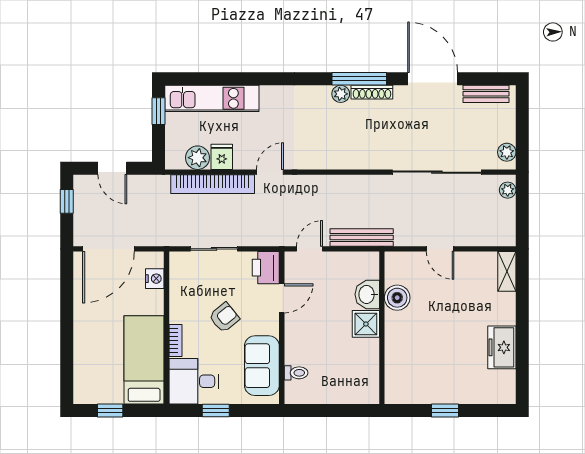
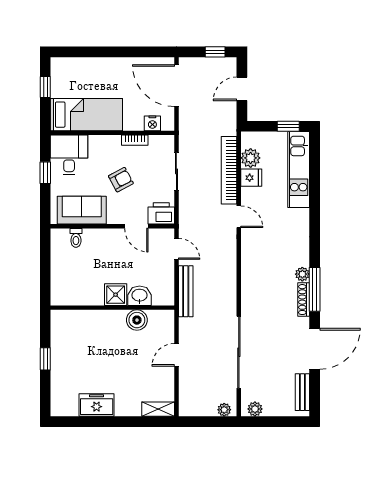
armchair: (224, 317) -> (121, 180), turned -79
bookcase: (176, 341) -> (135, 140), moved

